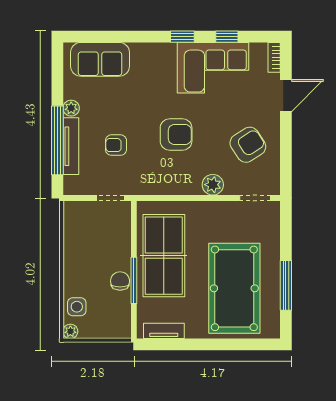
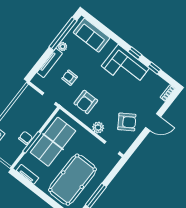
corner sofa: (213, 68) -> (125, 67), moved
door: (286, 96) -> (153, 122), moved
armchair: (176, 134) -> (86, 102), moved, turned 90
window: (57, 140) -> (63, 34), moved

